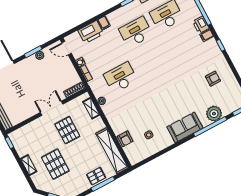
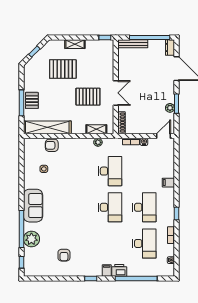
printer: (91, 32) -> (166, 166), removed
desk: (151, 61) -> (110, 207), added

